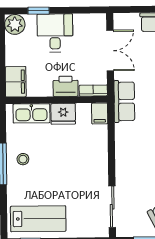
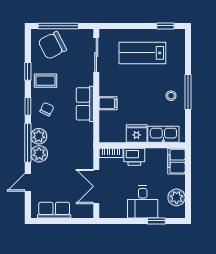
plant: (15, 24) -> (177, 197), moved
row of seats: (124, 101) -> (85, 104), moved
filing cabinet: (100, 113) -> (108, 103), moved, turned 90
lab bench: (38, 219) -> (142, 53), moved

